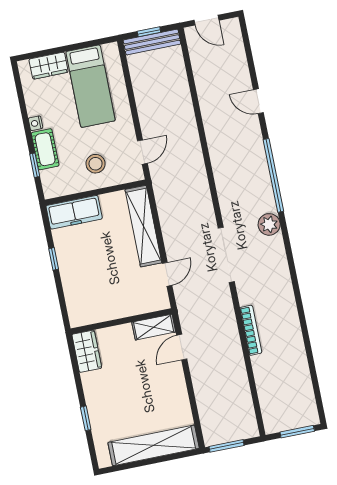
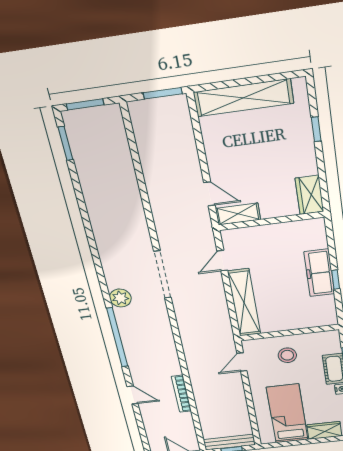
freezer: (74, 212) -> (319, 273), moved, turned -90
bookcase: (251, 330) -> (181, 394), moved
door: (182, 347) -> (209, 194), hinge flipped
window: (317, 392) -> (65, 143), added

